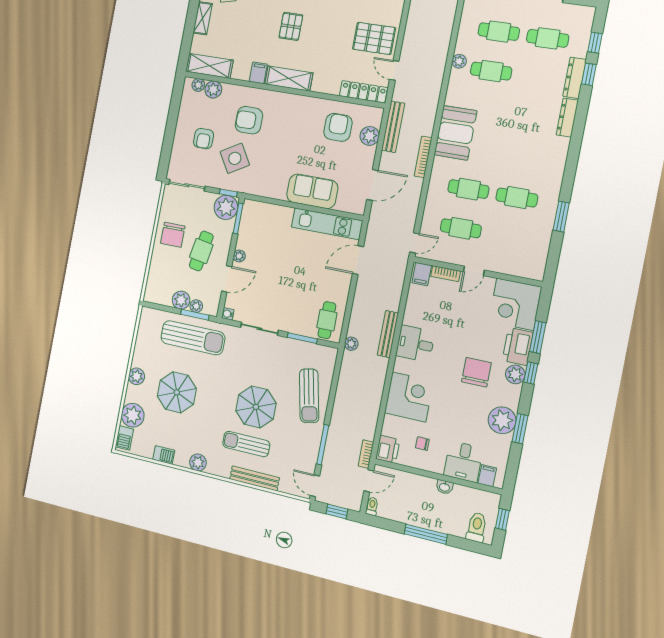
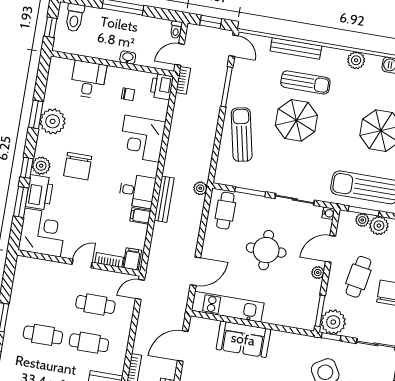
round table: (288, 279) -> (266, 250), added
filing cabinet: (487, 476) -> (140, 216), moved, turned 90
washbasin: (445, 487) -> (128, 58), moved

